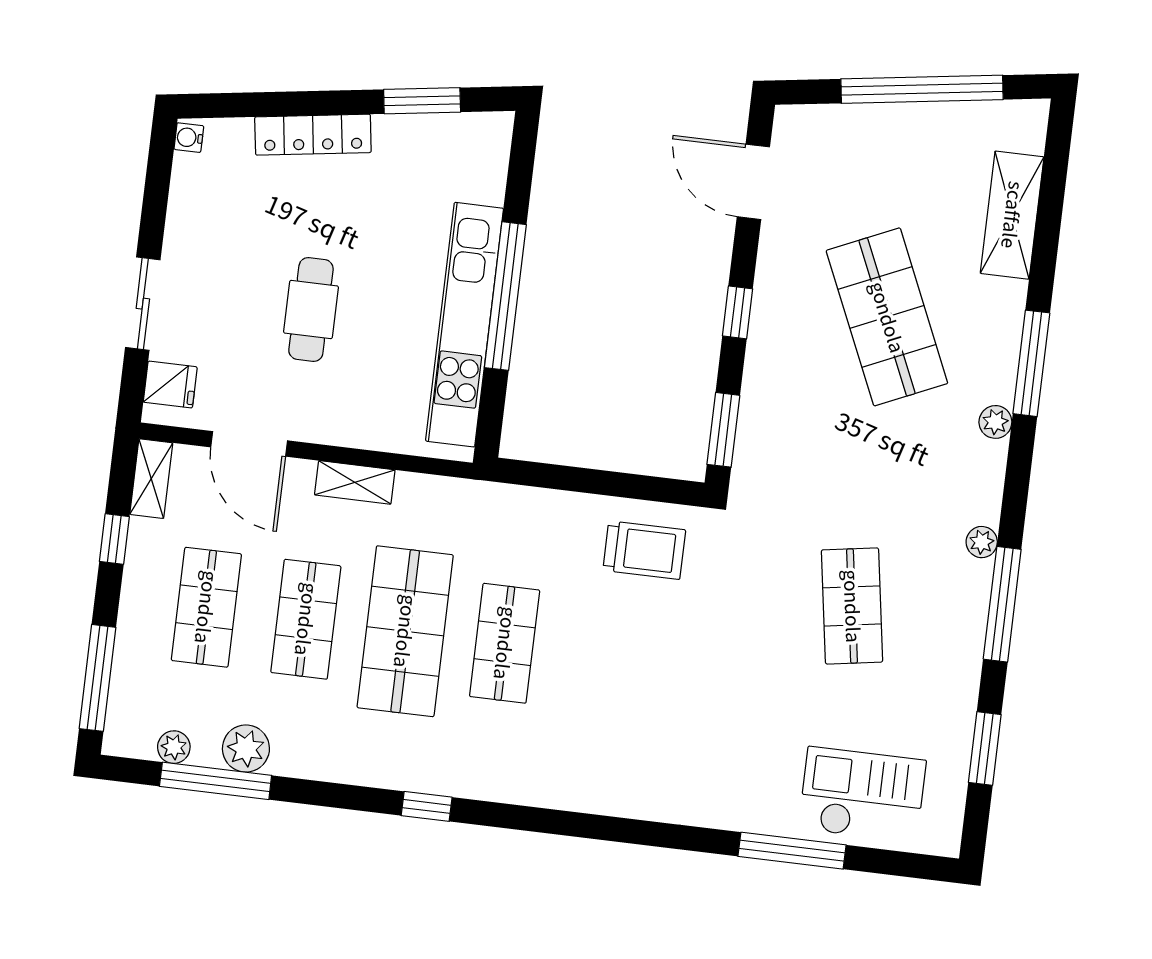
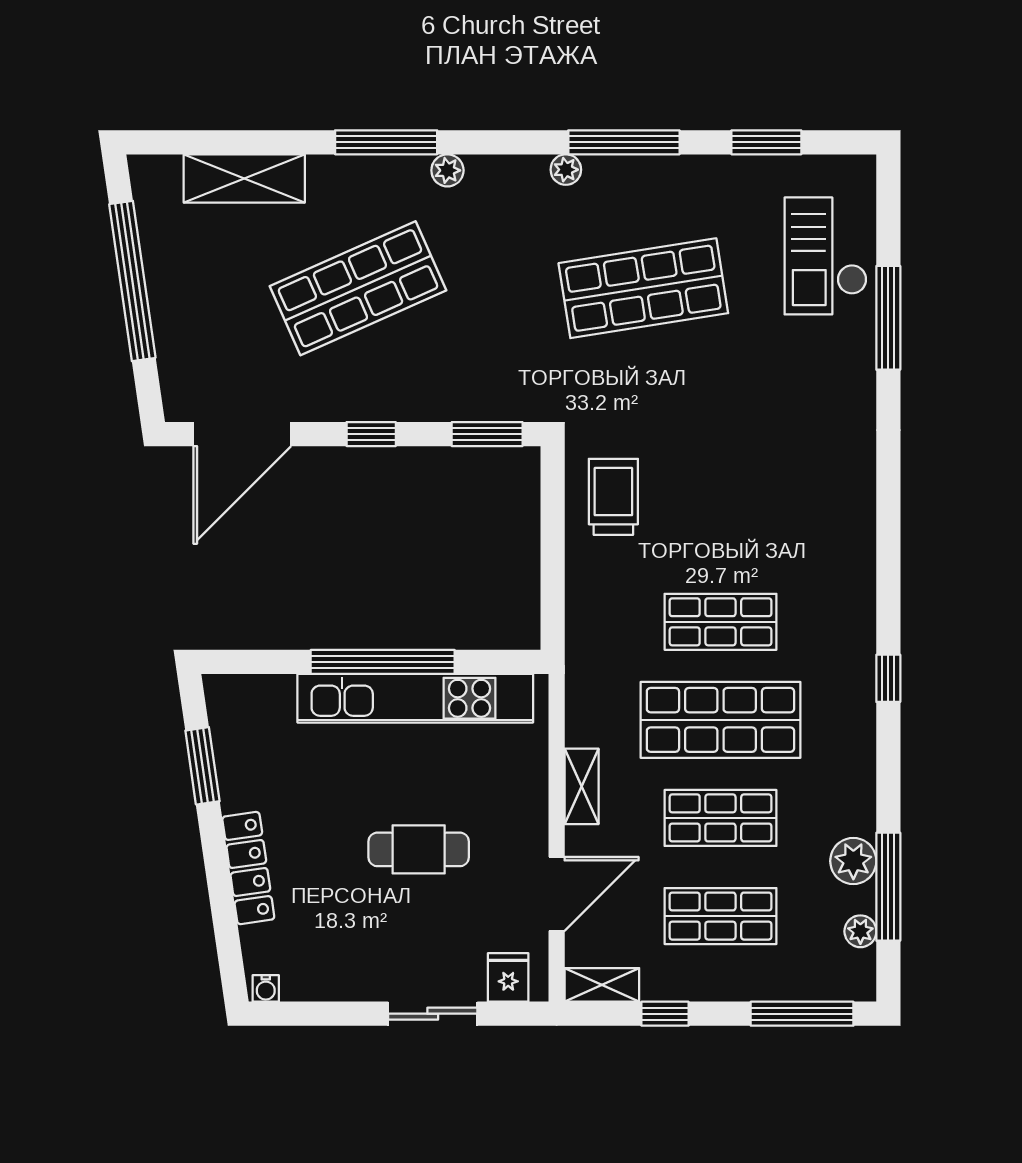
door: (753, 182) -> (242, 434), width x1.36
shop shelf: (852, 606) -> (643, 288), width x1.43, depth x1.36

